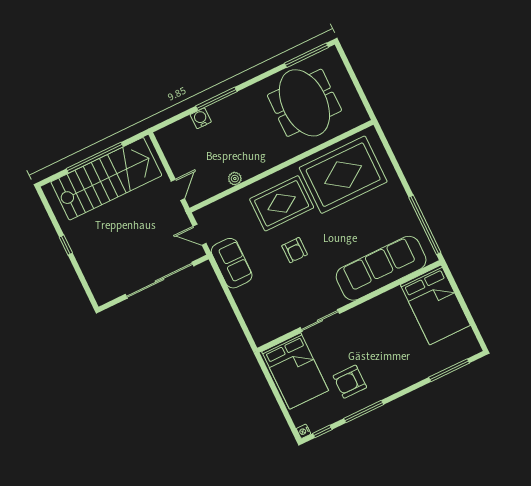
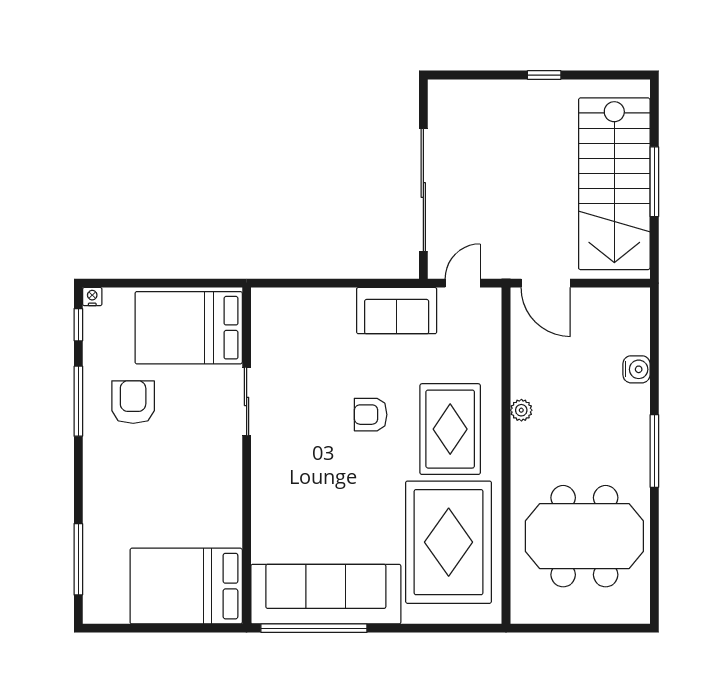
window: (306, 55) -> (654, 574), removed
window: (216, 99) -> (654, 451), moved
window: (95, 158) -> (654, 182), width x0.68
plant: (235, 179) -> (521, 410), moved
door: (178, 190) -> (546, 283), width x1.38
sofa: (381, 268) -> (326, 594), moved, turned -90

